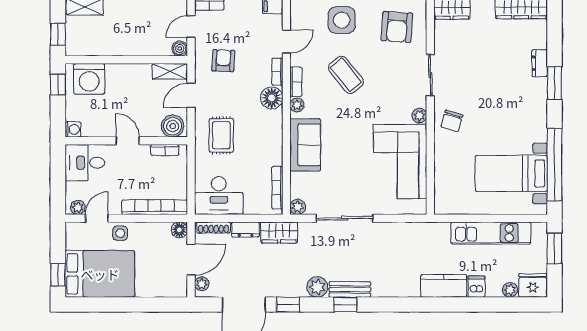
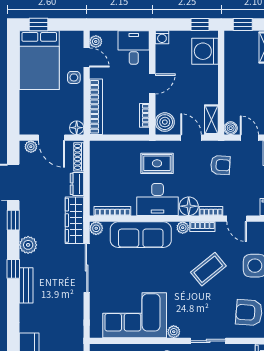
sofa: (305, 145) -> (141, 235), width x1.36
desk: (219, 196) -> (158, 199), moved, turned -90
wardrobe: (279, 232) -> (74, 220), width x1.50
bench: (350, 289) -> (26, 285), moved

